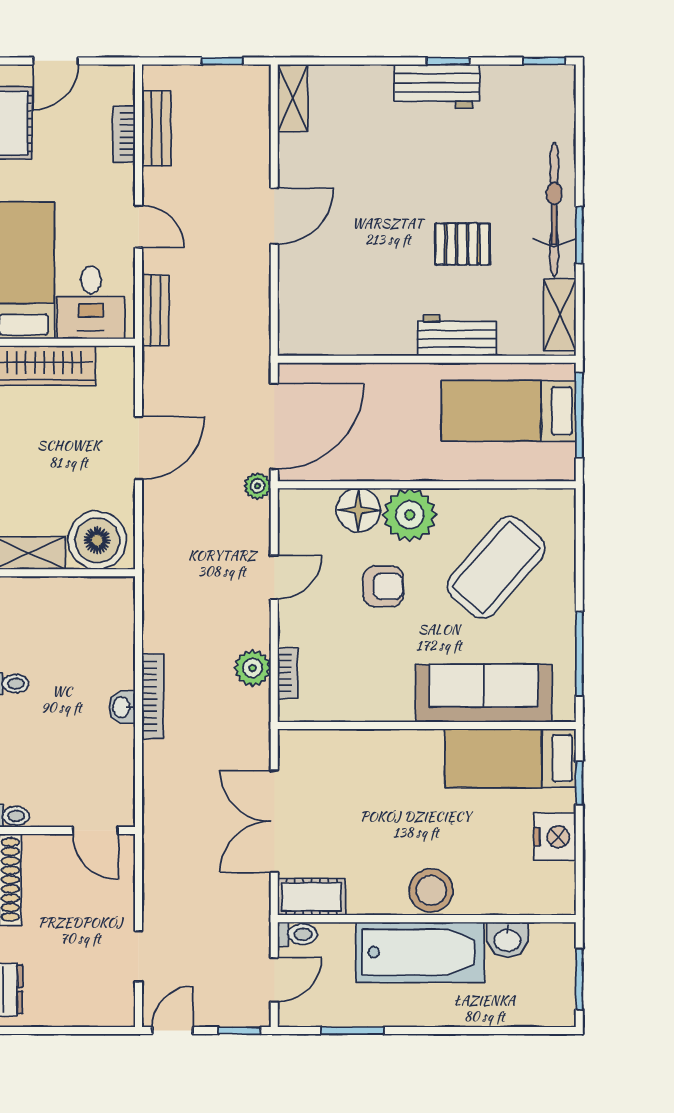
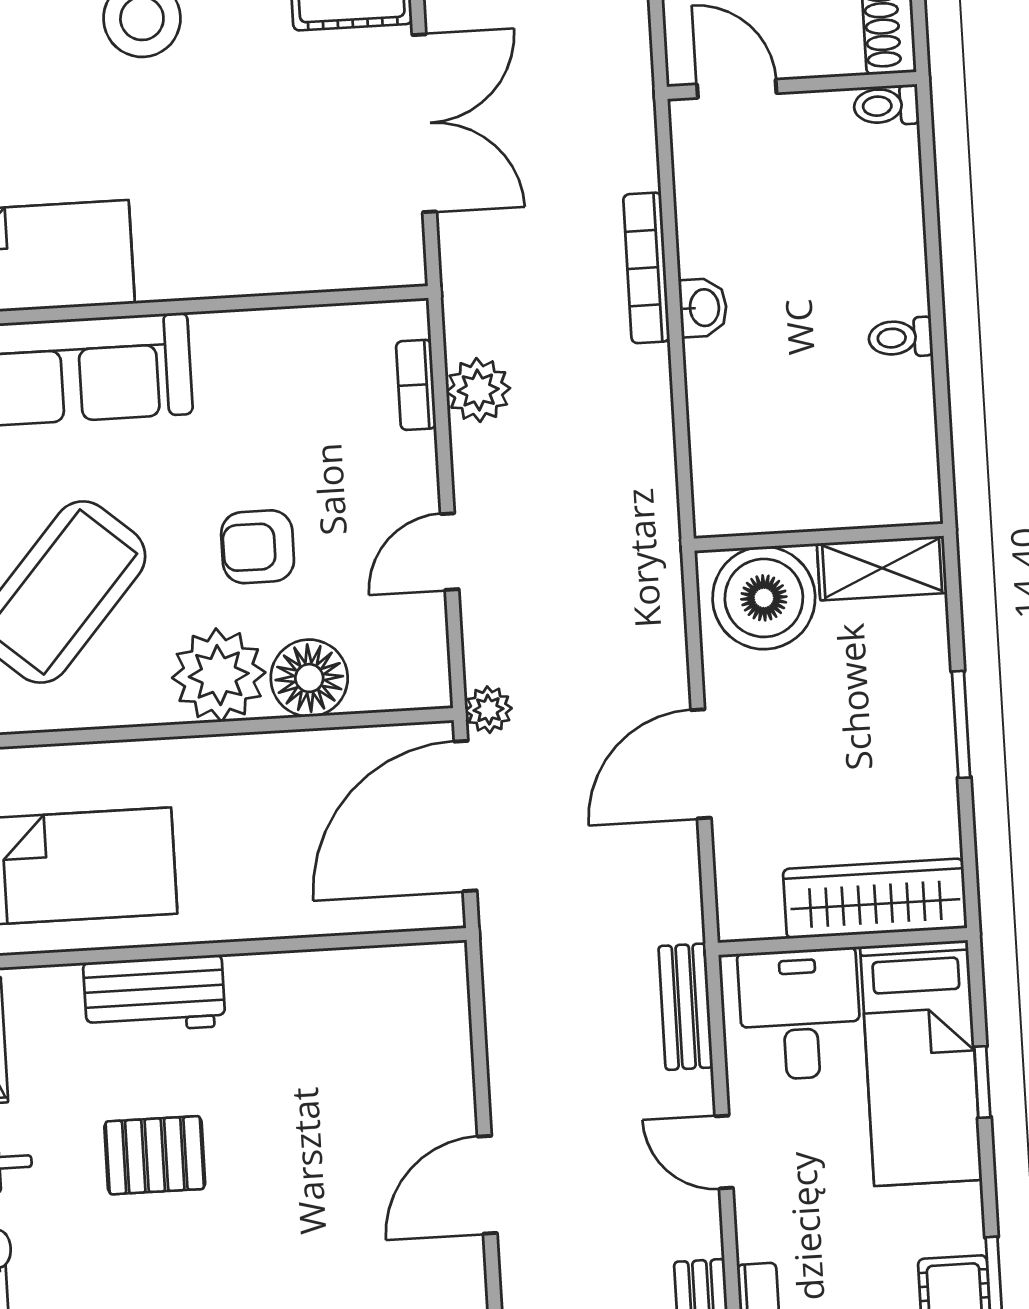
bookcase: (153, 696) -> (646, 268), moved

